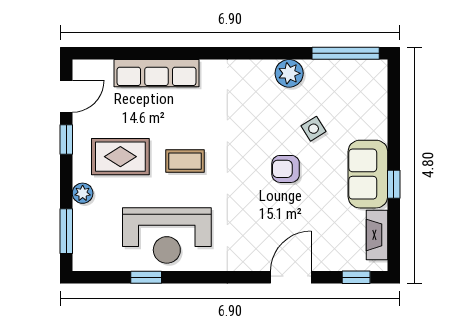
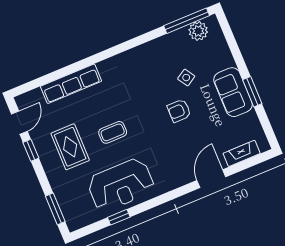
plant: (289, 73) -> (198, 31), moved
rug: (120, 157) -> (70, 147), turned 90
window: (394, 184) -> (252, 92), width x1.50
plant: (83, 193) -> (56, 180), removed
fireplace: (377, 235) -> (242, 153), moved, turned 90
window: (356, 277) -> (253, 161), removed

